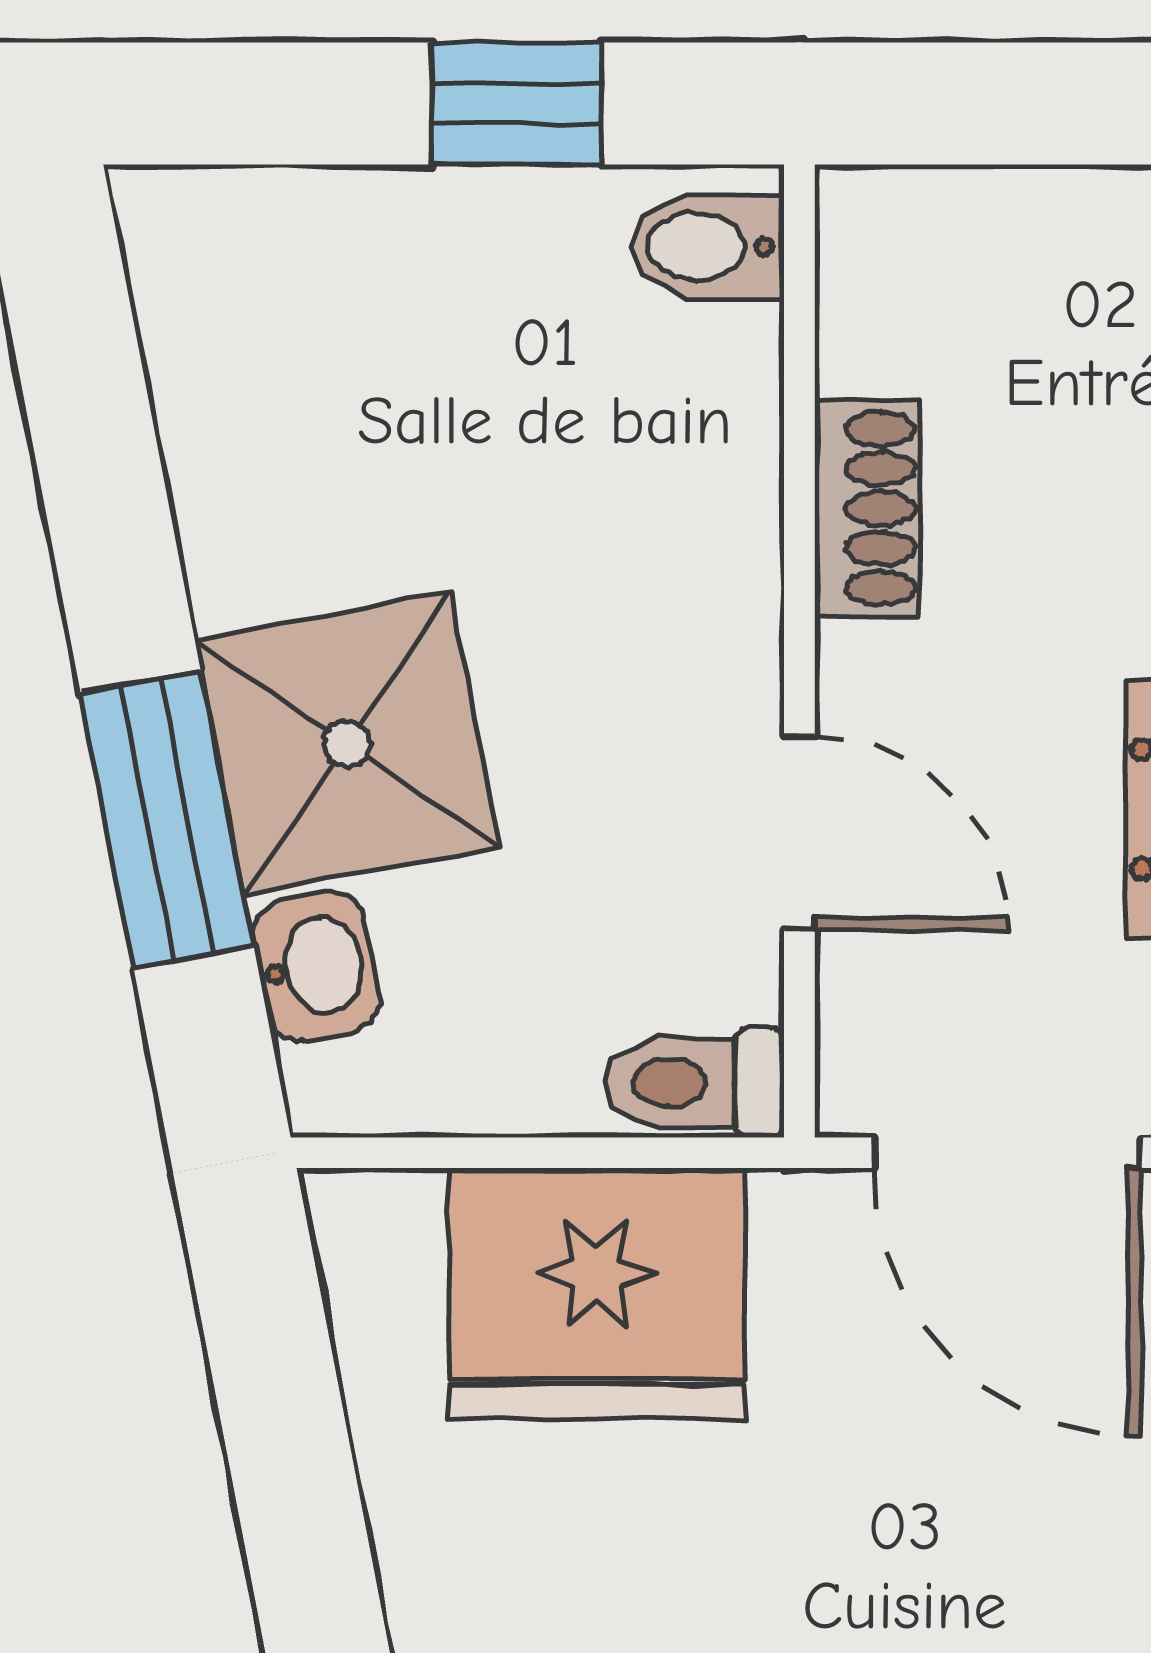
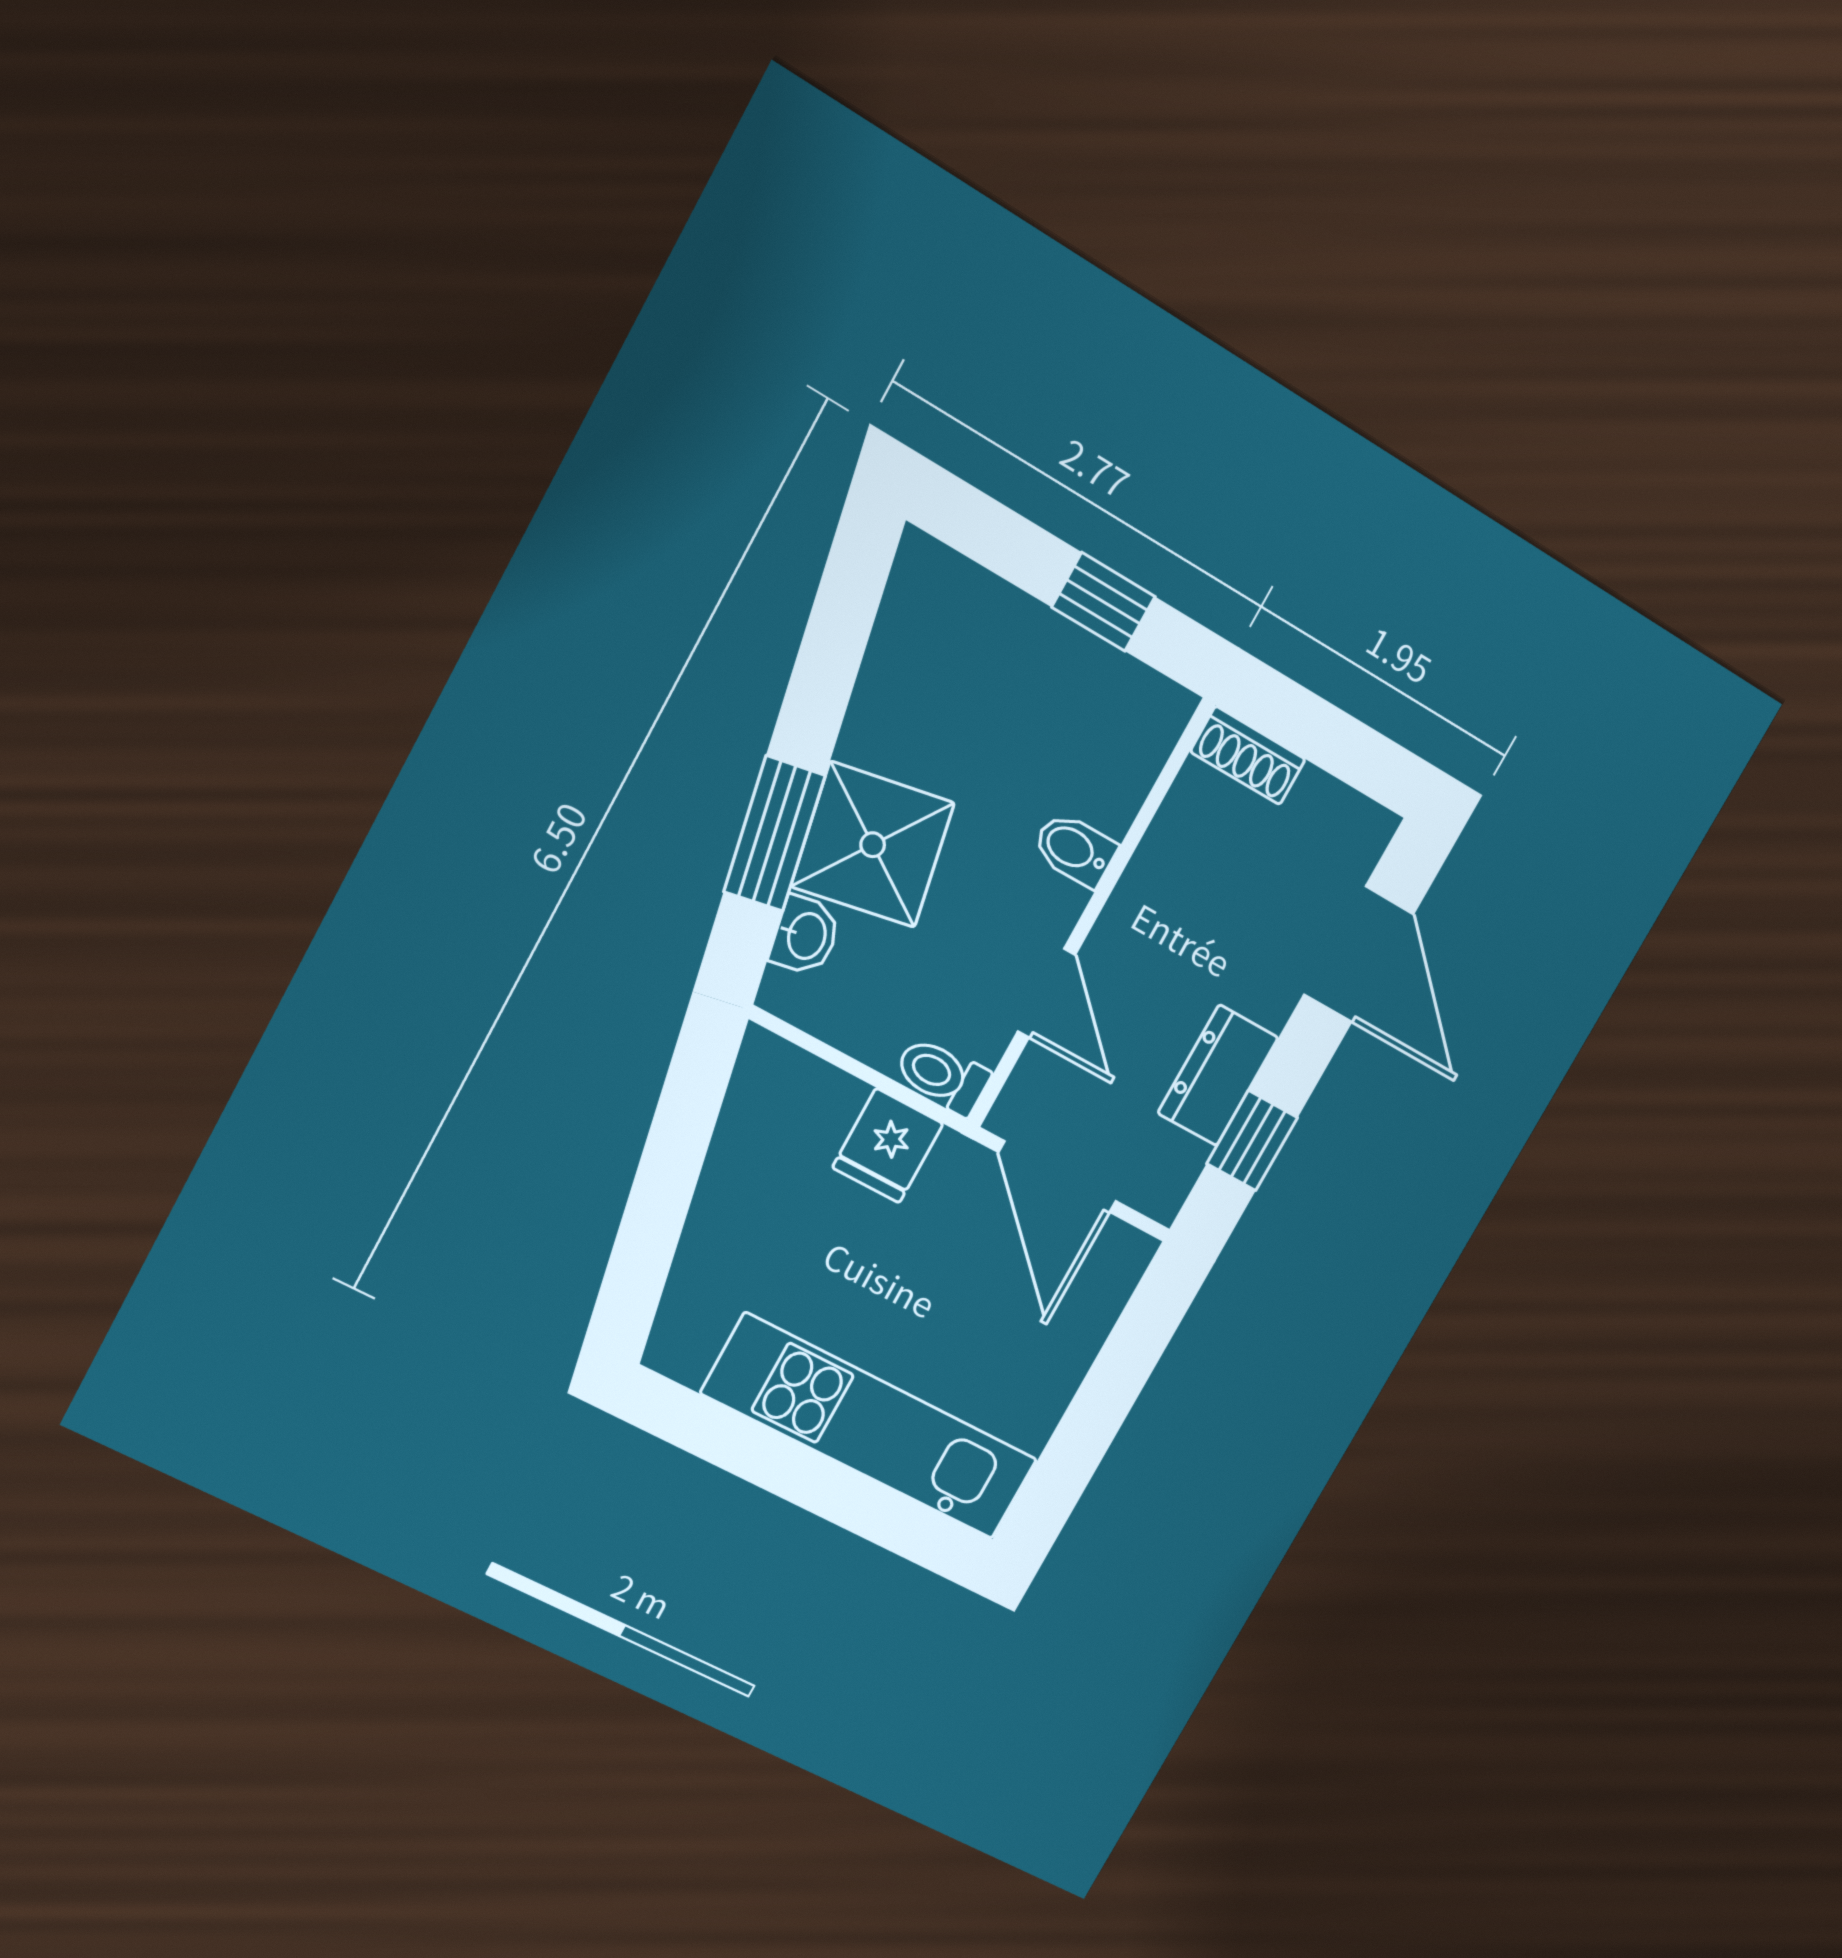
bidet: (707, 247) -> (1075, 849), moved
shoe rack: (867, 508) -> (1248, 755), moved, turned 90
fridge: (597, 1293) -> (888, 1146), width x0.53, depth x0.75

